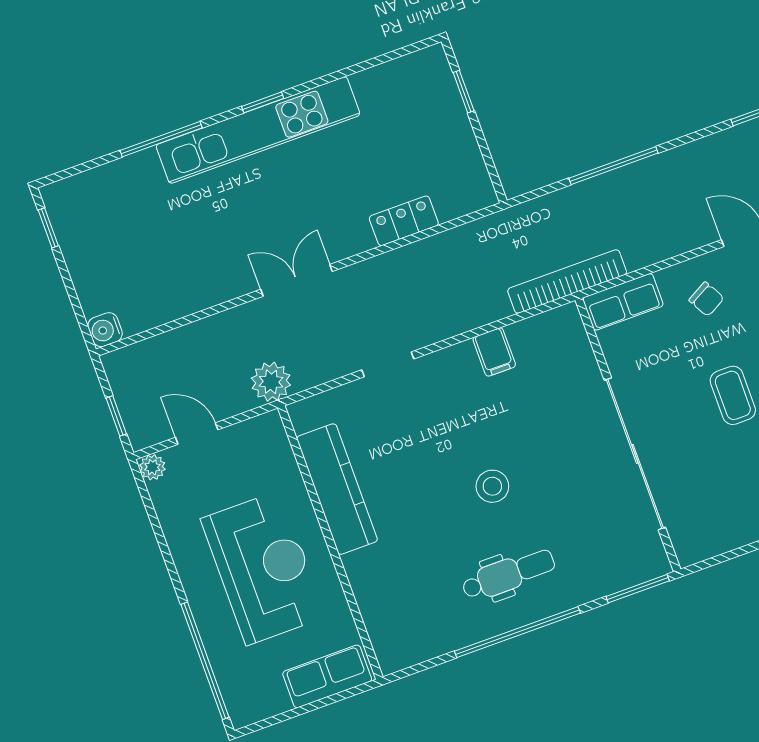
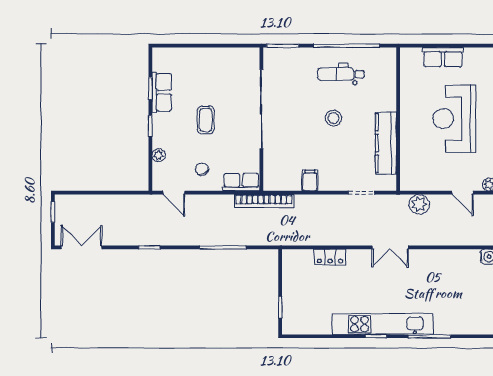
kitchen counter: (337, 489) -> (386, 143), moved
wall: (330, 542) -> (398, 119), moved

